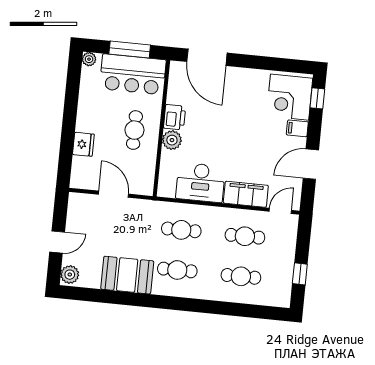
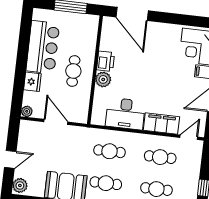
plant: (89, 59) -> (27, 111), moved
bar counter: (133, 74) -> (43, 47), moved, turned -90

